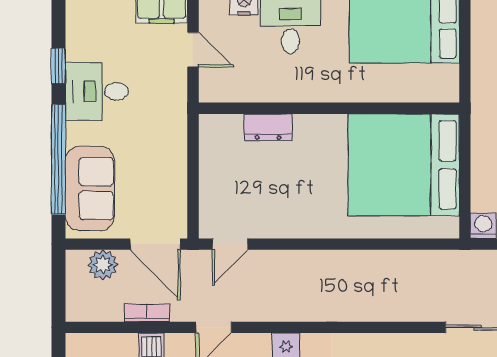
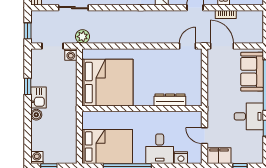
dresser: (268, 127) -> (170, 100), width x1.44
plant: (103, 265) -> (82, 37), moved

